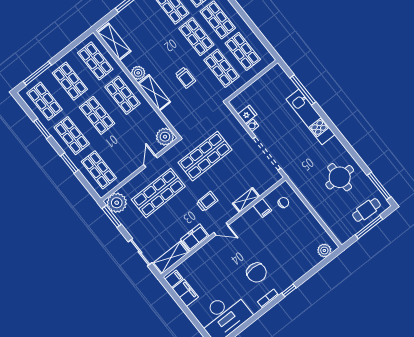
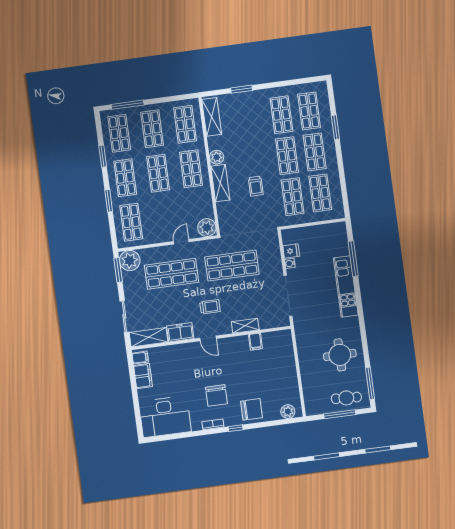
chair: (283, 203) -> (252, 409), moved, width x1.87, depth x1.87

